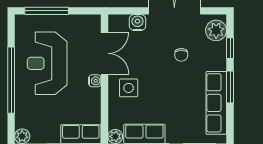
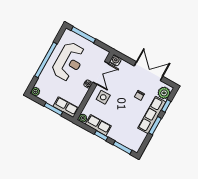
water cooler: (137, 23) -> (115, 60), moved
reception desk: (47, 63) -> (69, 62), turned 180
row of seats: (216, 103) -> (152, 115), moved

